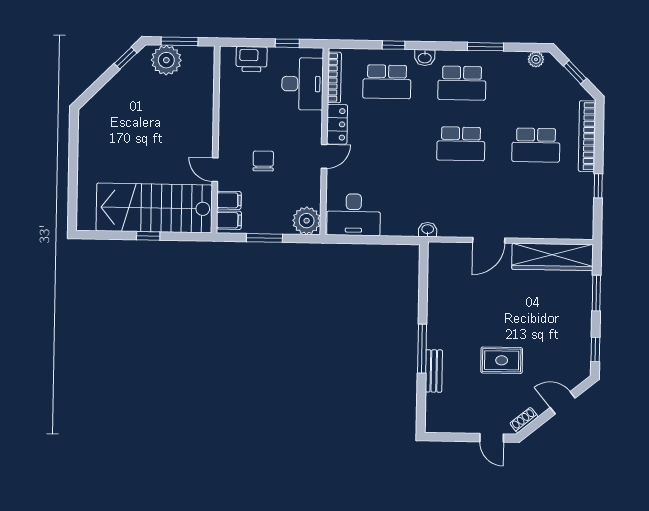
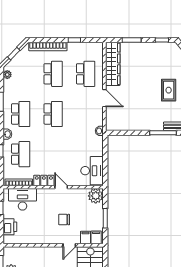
school desk: (535, 206) -> (86, 74), added

